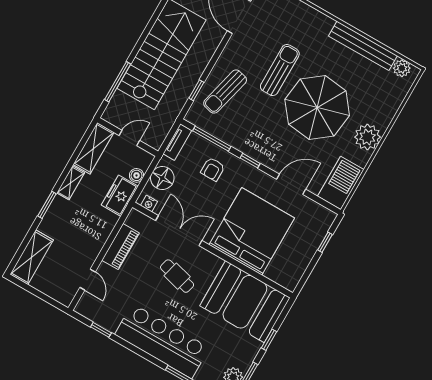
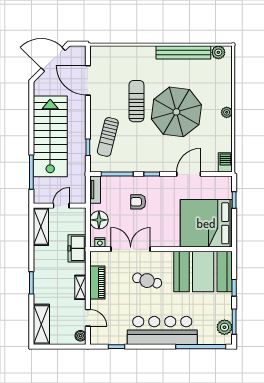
plant: (367, 137) -> (227, 112), width x0.53, depth x0.53
armchair: (213, 169) -> (138, 202), moved, turned 90
boiler: (136, 175) -> (80, 336), moved
shelving: (71, 183) -> (80, 287), moved
barbecue: (341, 183) -> (225, 162), width x0.53, depth x0.65
bed: (252, 231) -> (206, 223), moved, turned -90

